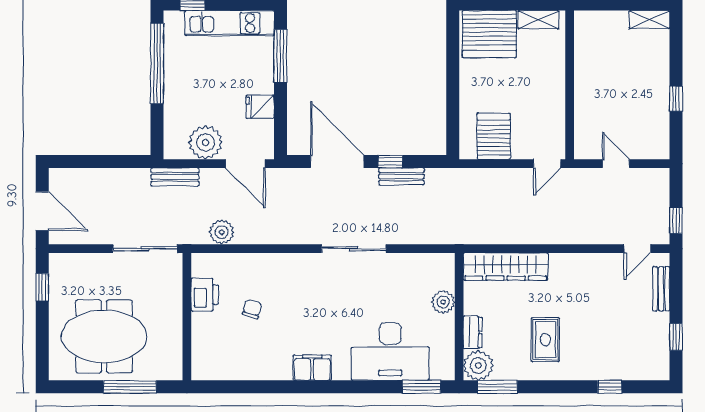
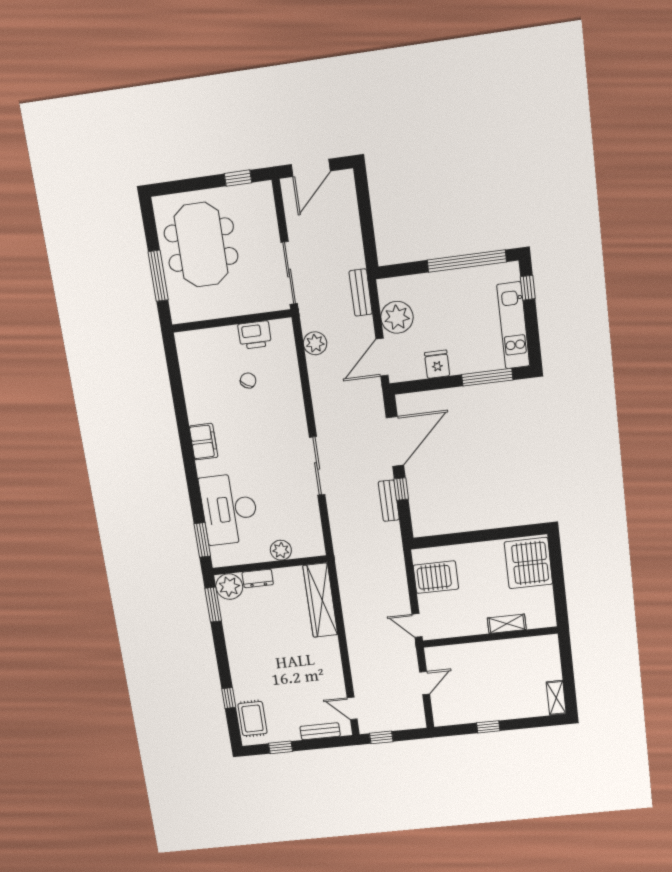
shelving: (538, 20) -> (507, 624), moved, turned 90
chair: (252, 309) -> (248, 381), turned -75
rug: (545, 340) -> (252, 719), moved, turned 90

